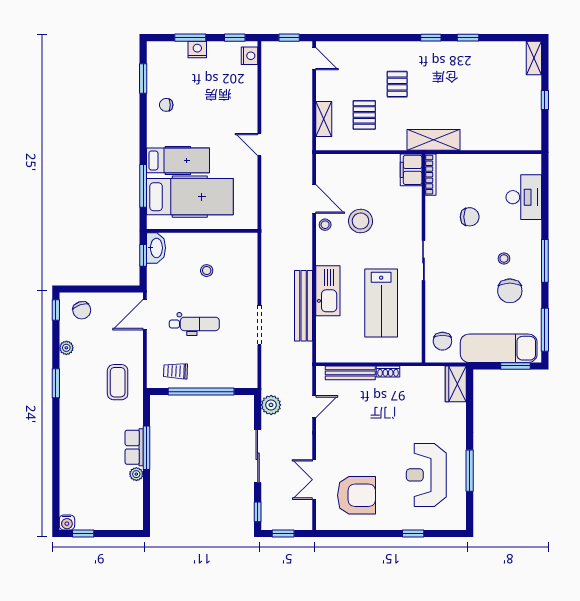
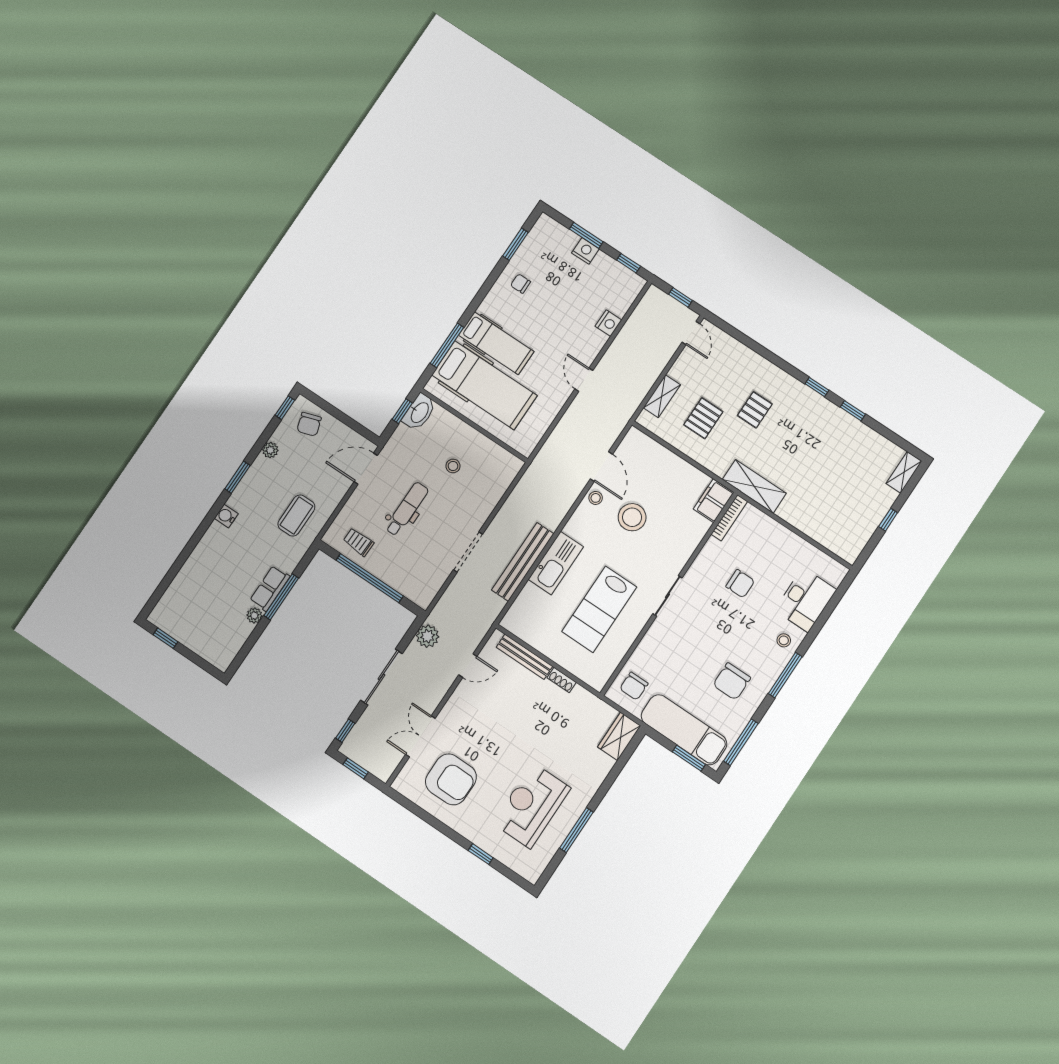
nightstand: (249, 56) -> (608, 323), moved
stool: (504, 259) -> (784, 640), moved
dental chair: (194, 324) -> (407, 509), turned -90
water cooler: (67, 522) -> (226, 516), moved, turned 90

